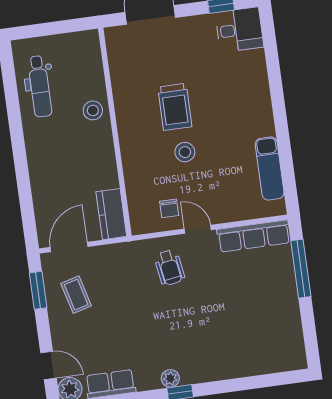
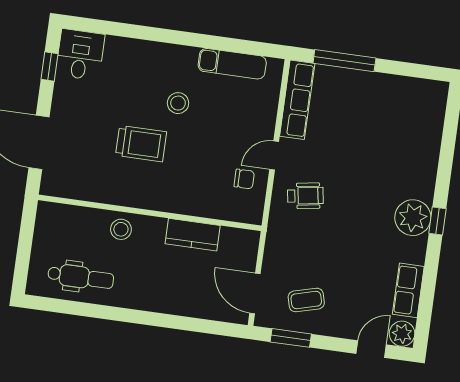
stool: (185, 152) -> (178, 103), moved
kitchen counter: (111, 214) -> (193, 235), moved
plant: (170, 378) -> (413, 218), width x1.88, depth x1.88

